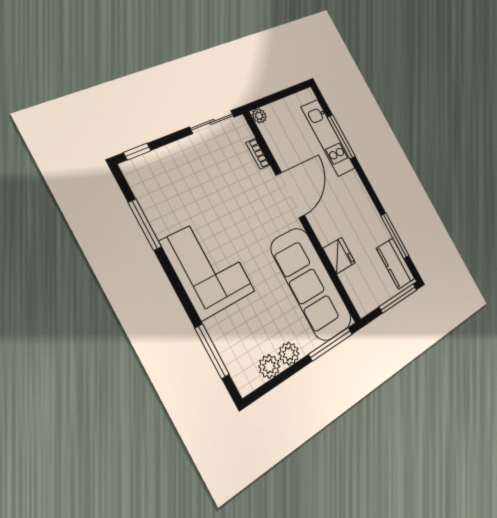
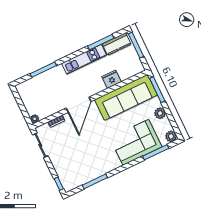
kitchen unit: (328, 138) -> (84, 59), moved
door: (290, 195) -> (79, 105), swing flipped
corner sofa: (208, 267) -> (136, 142), moved
plant: (269, 366) -> (171, 136), moved

